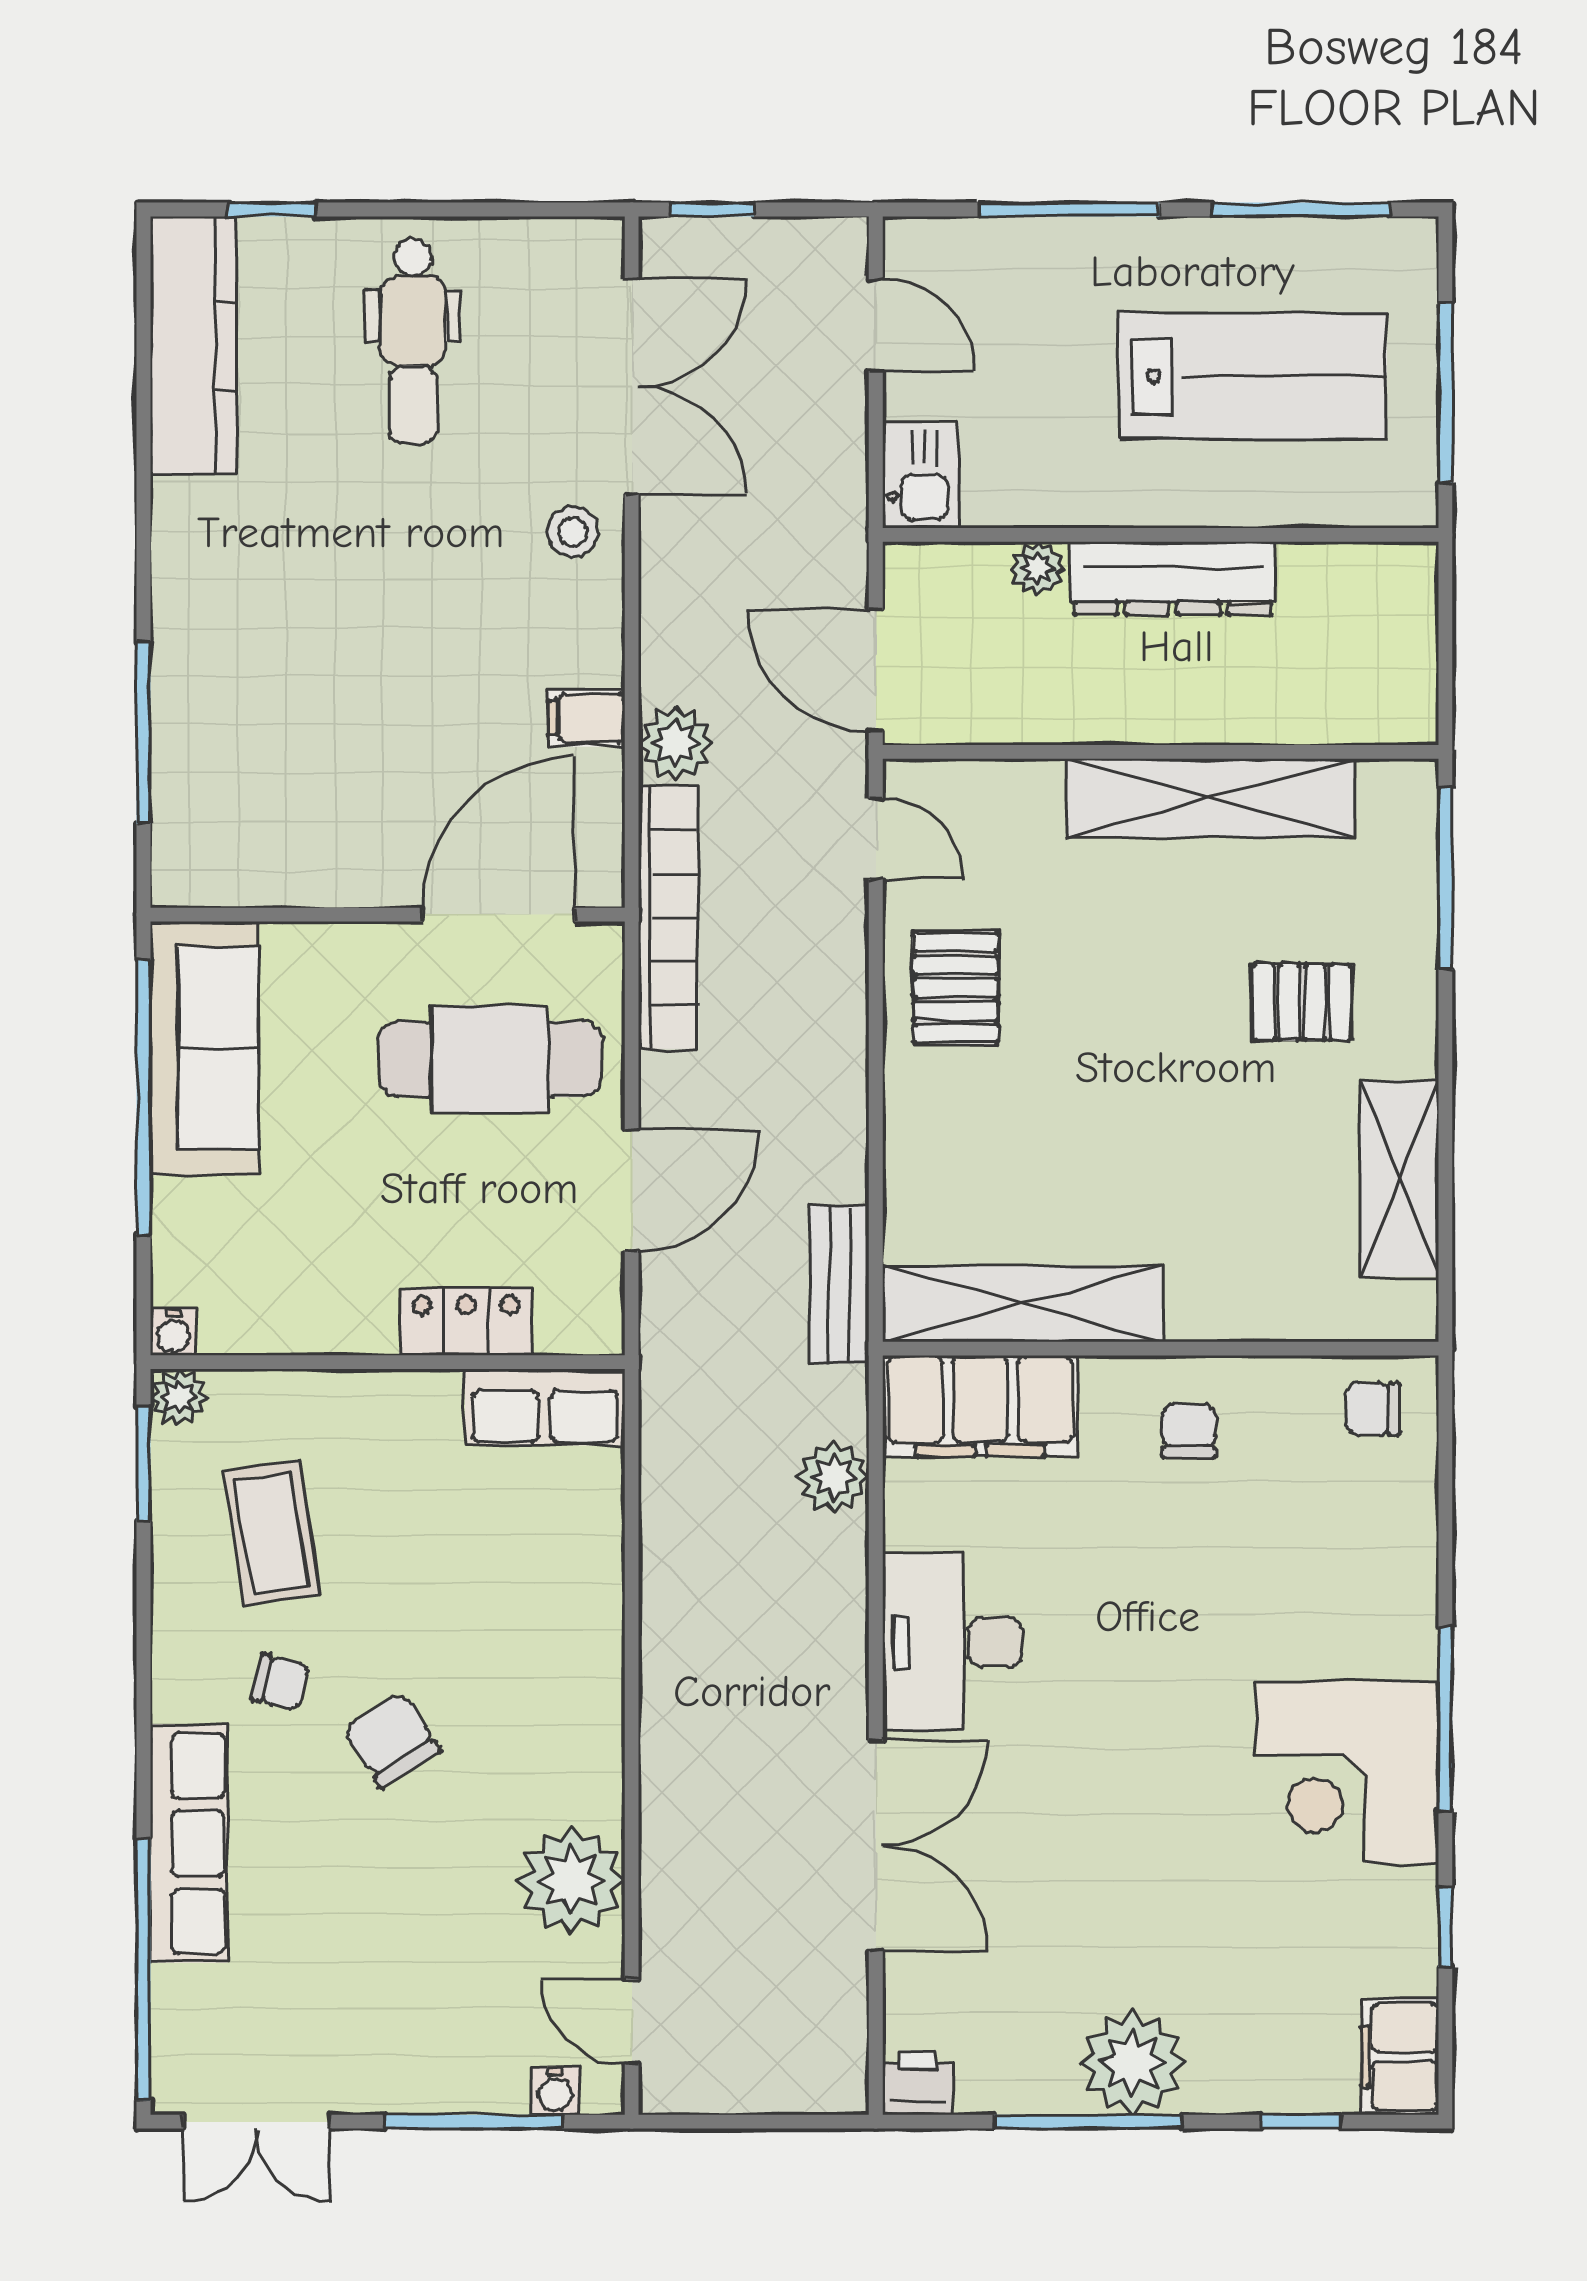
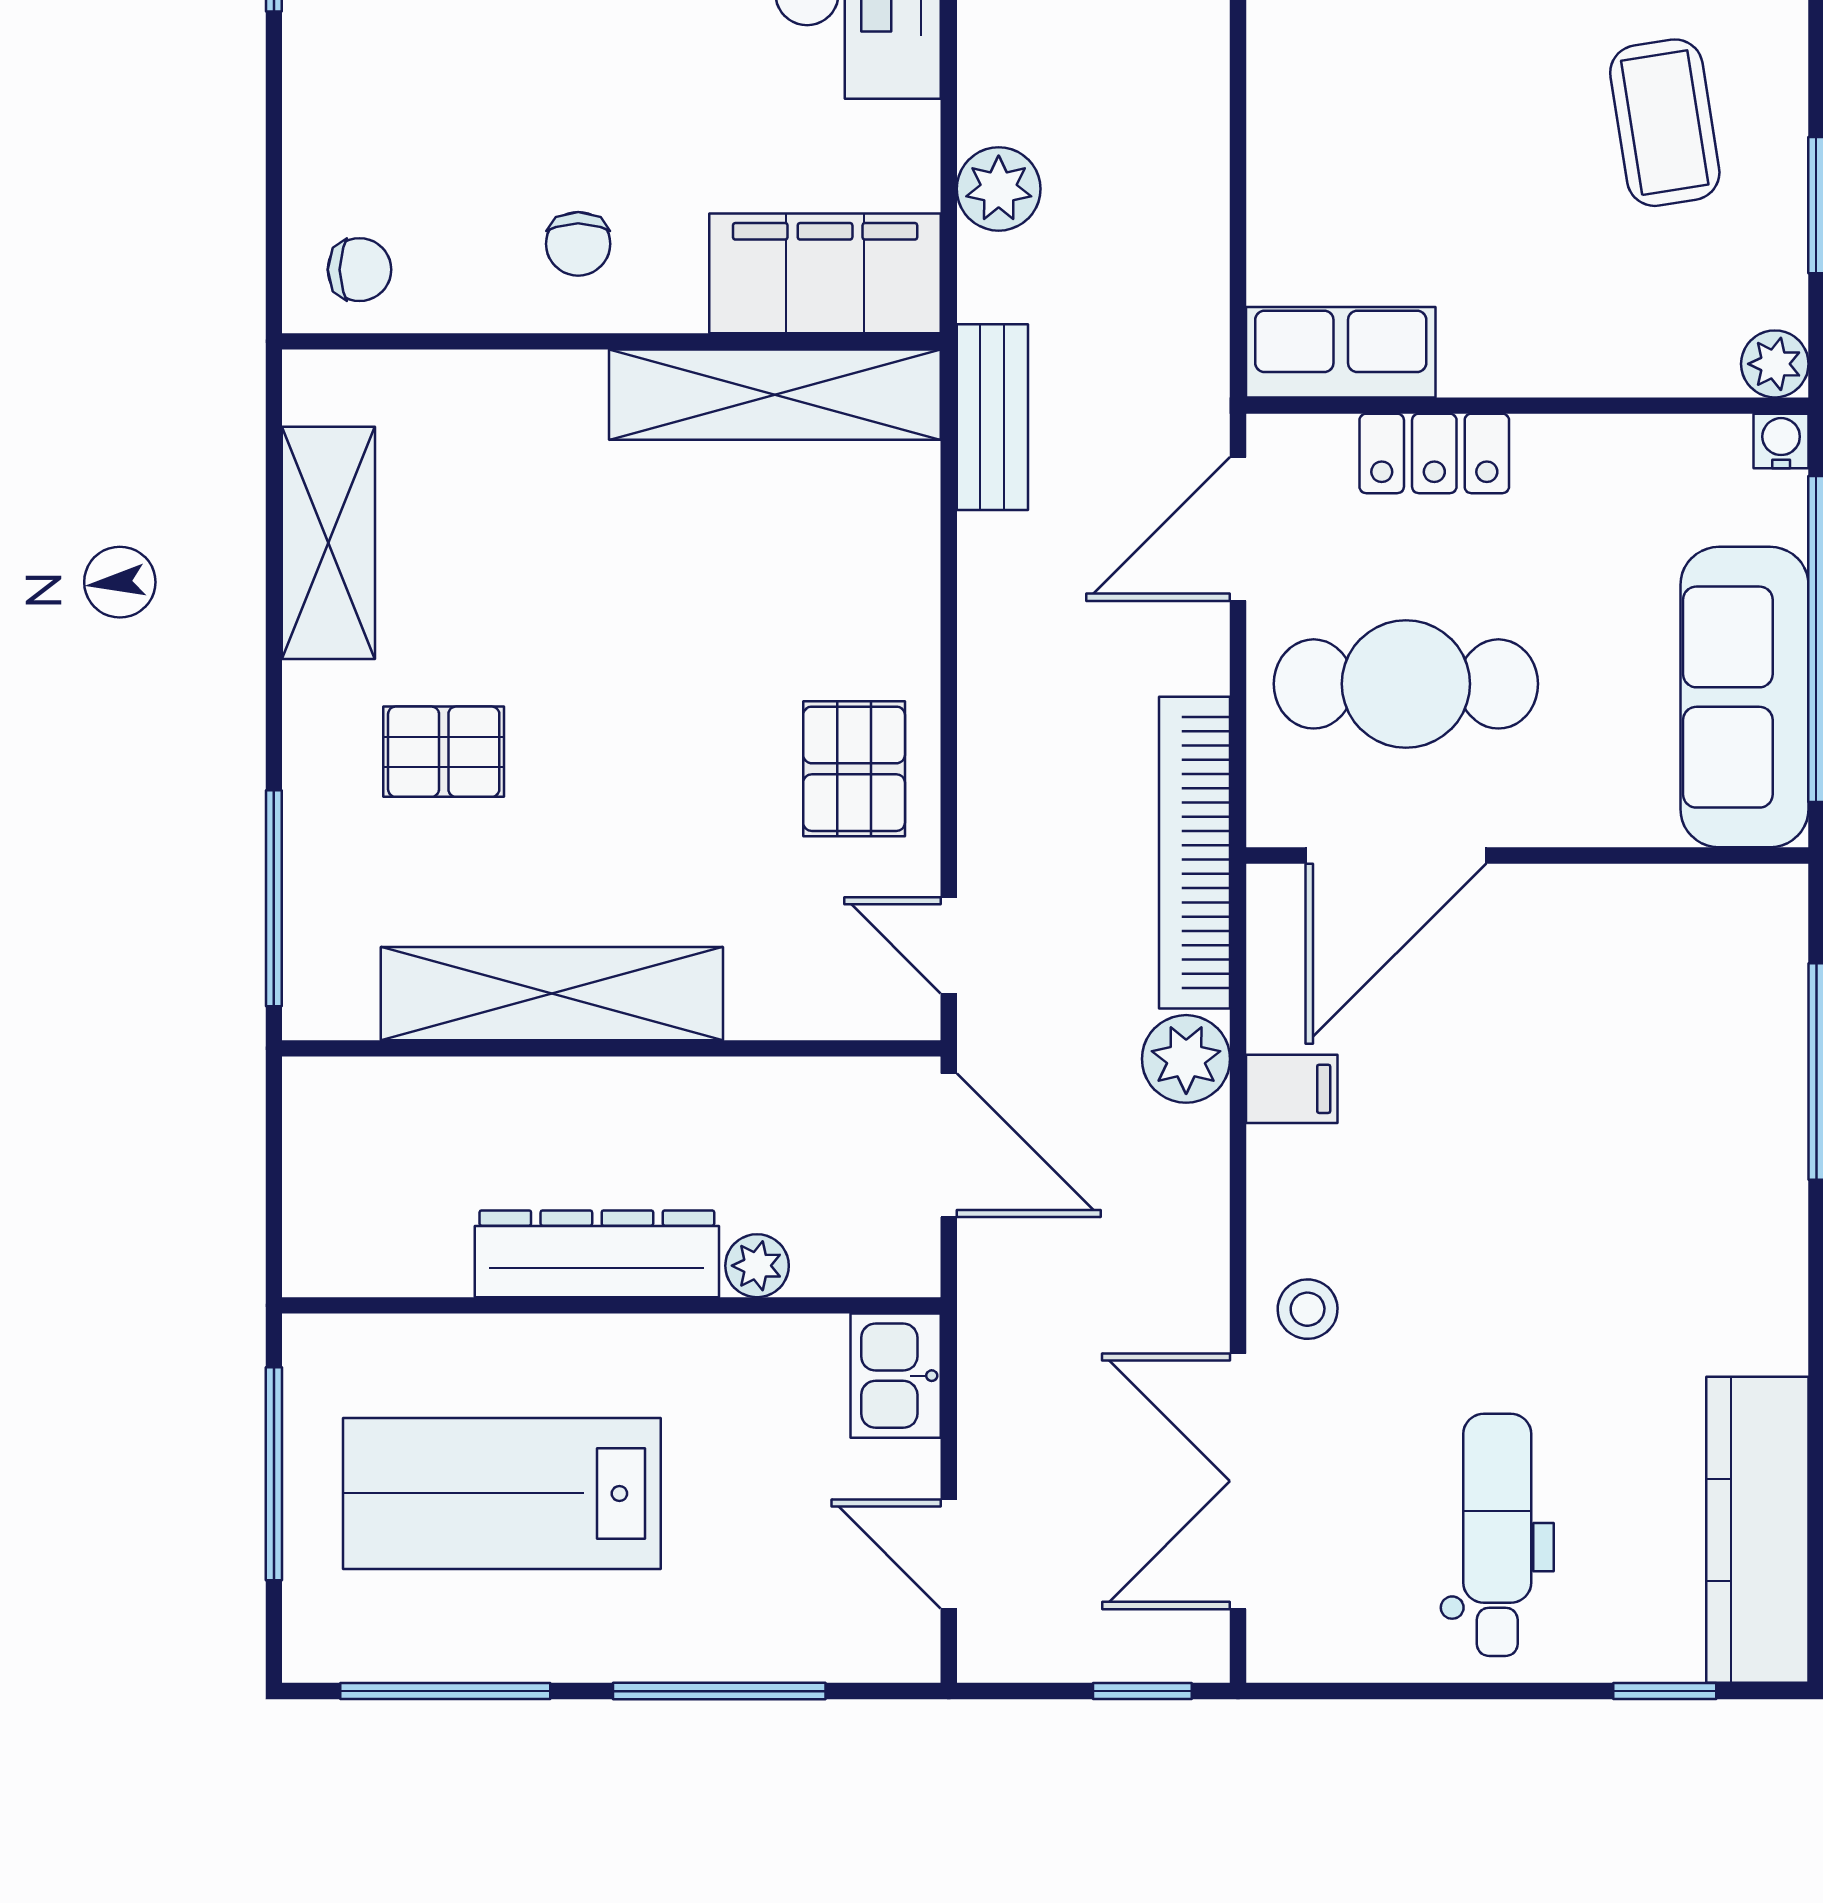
locker: (466, 1322) -> (1434, 453), moved
water cooler: (173, 1332) -> (1781, 441), moved
wall: (388, 1362) -> (1527, 406), moved
plant: (179, 1397) -> (1775, 364), moved
row of seats: (545, 1407) -> (1341, 352), moved

